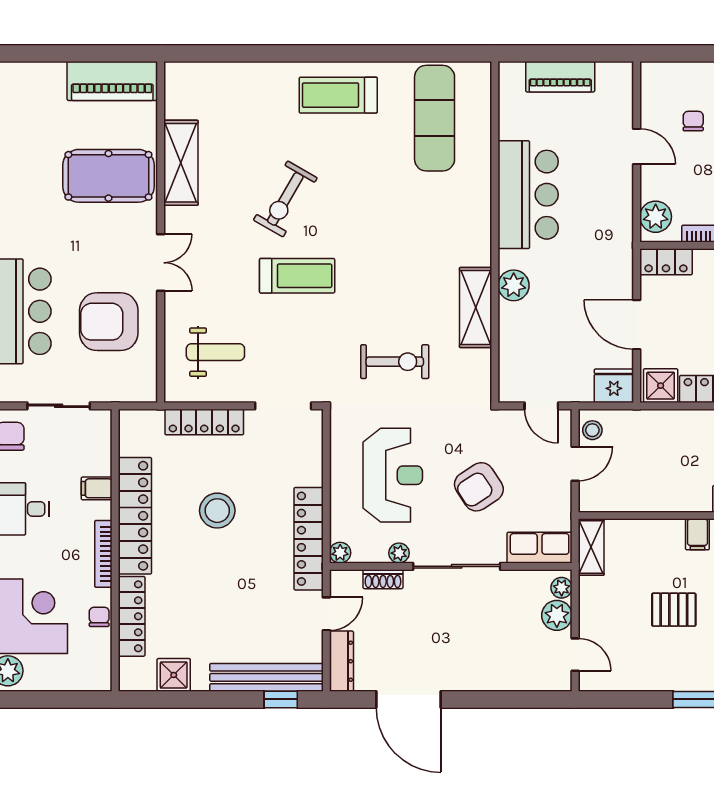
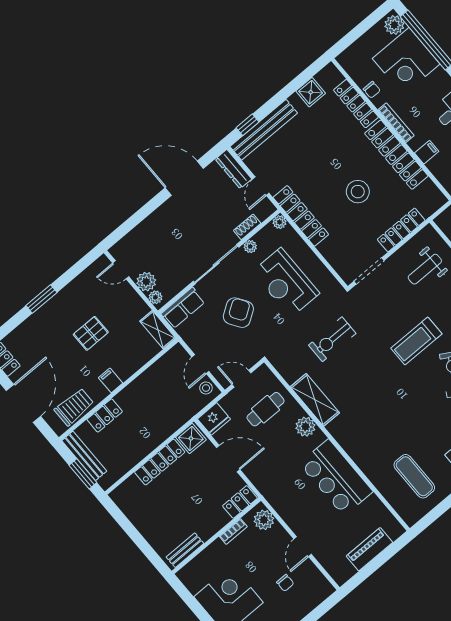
exercise mat: (435, 118) -> (414, 476), width x0.73, depth x0.69
door: (637, 147) -> (303, 547), hinge flipped
cafe table: (543, 346) -> (266, 409), added

